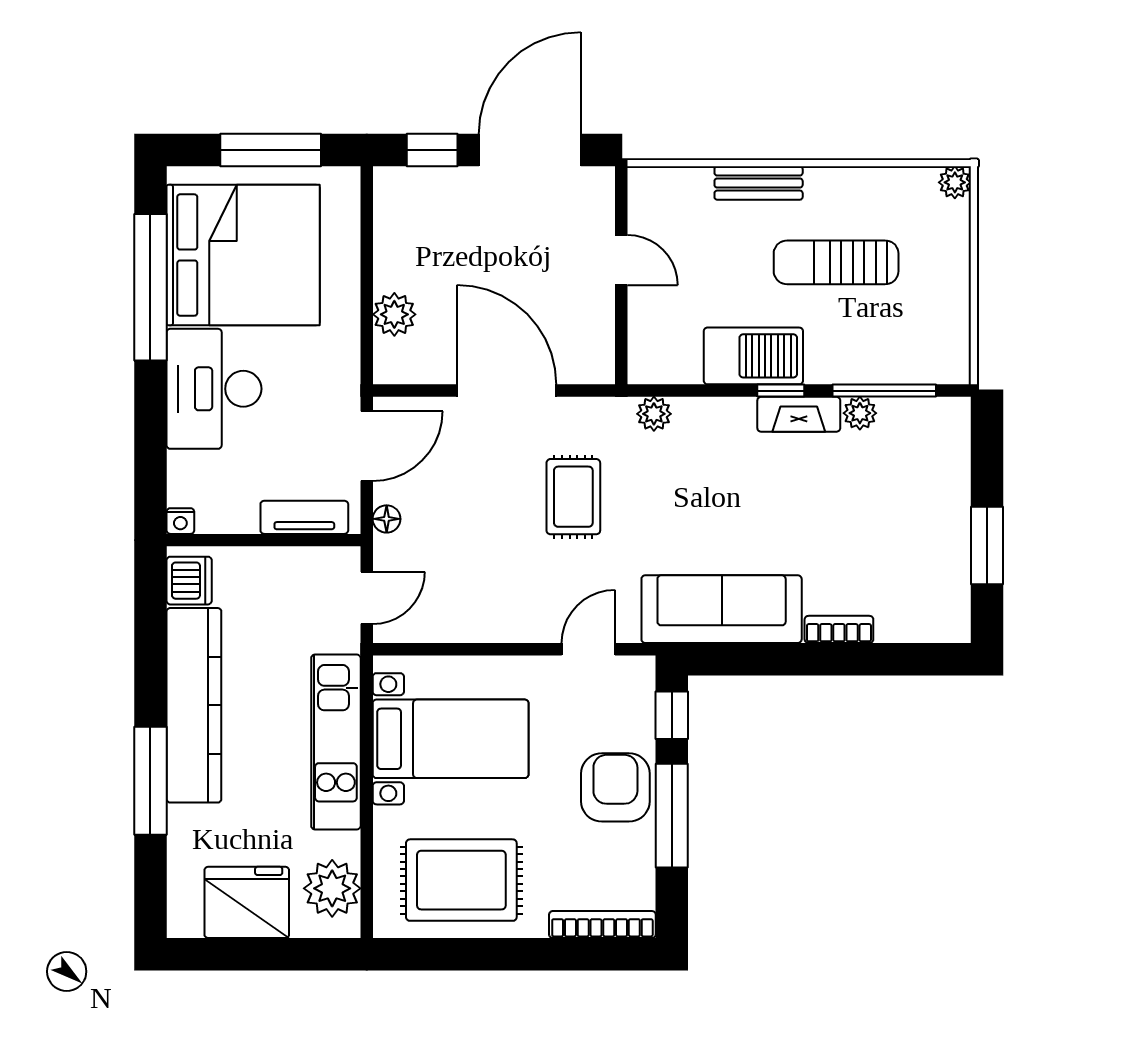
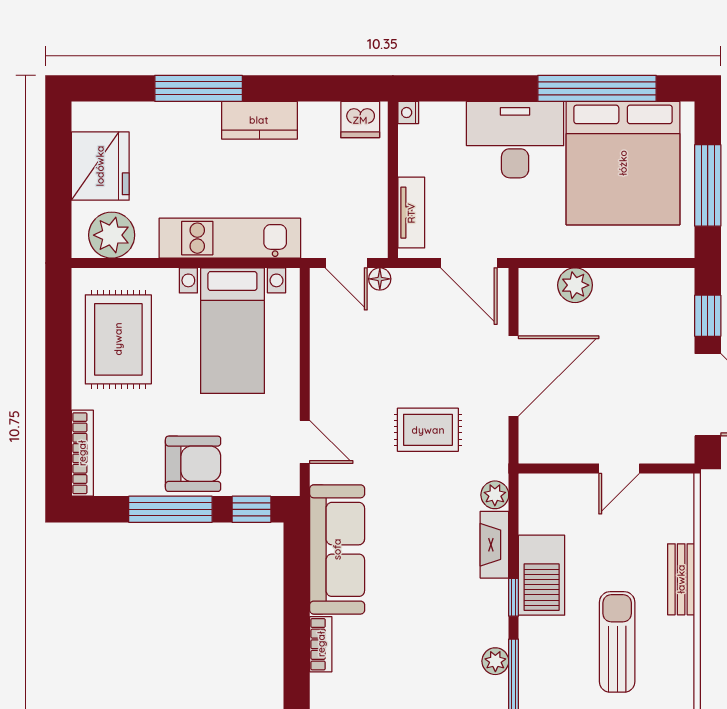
fireplace: (799, 414) -> (494, 545), moved
floor lamp: (387, 519) -> (380, 279), moved
kitchen counter: (194, 705) -> (259, 120), width x0.48, depth x0.86

